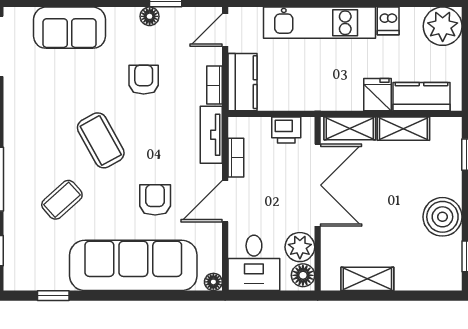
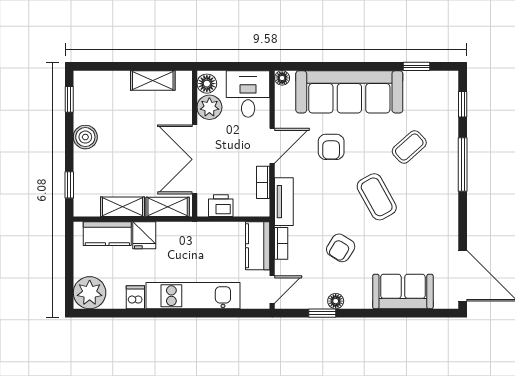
armchair: (144, 80) -> (341, 248), turned 32
boiler: (442, 217) -> (85, 137), width x0.73, depth x0.73

